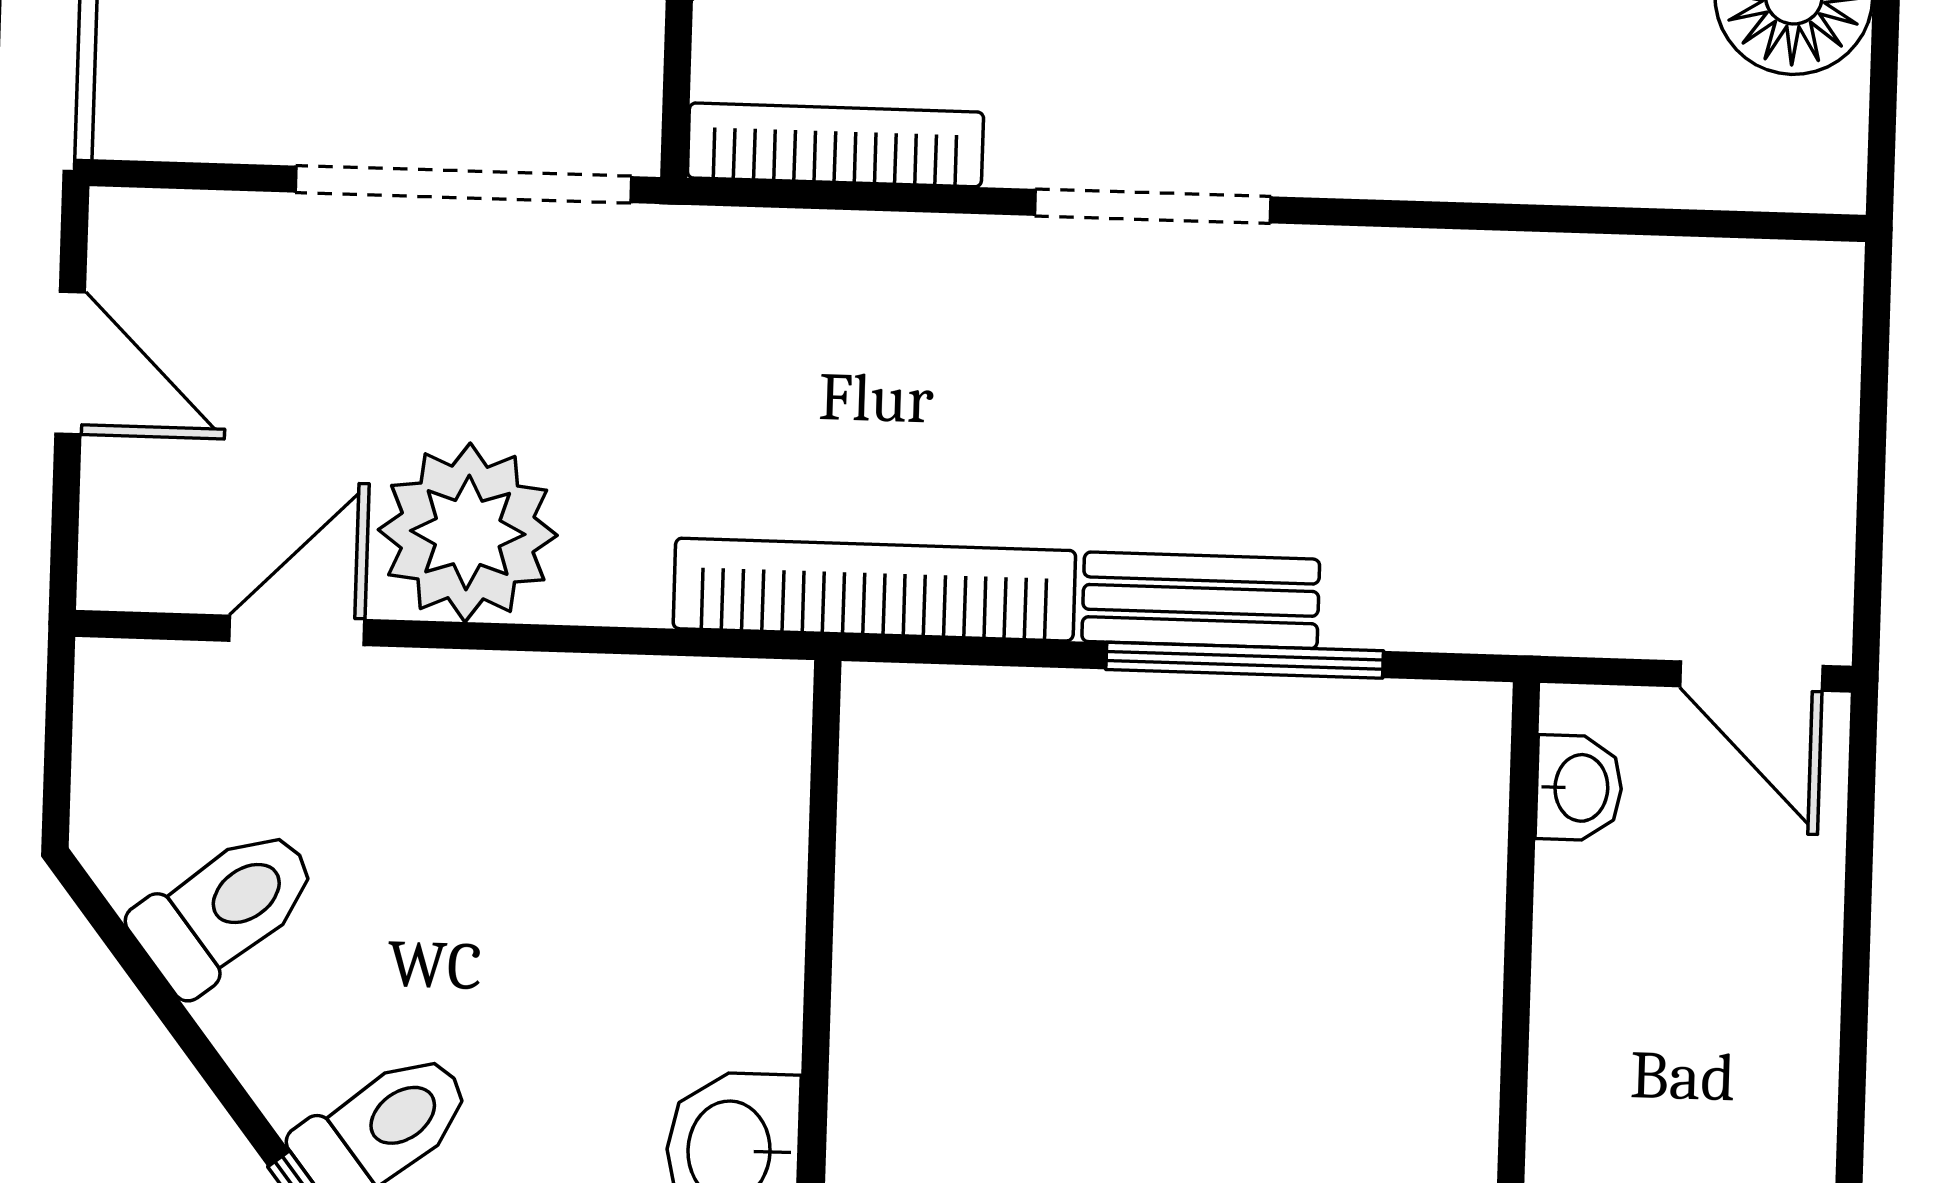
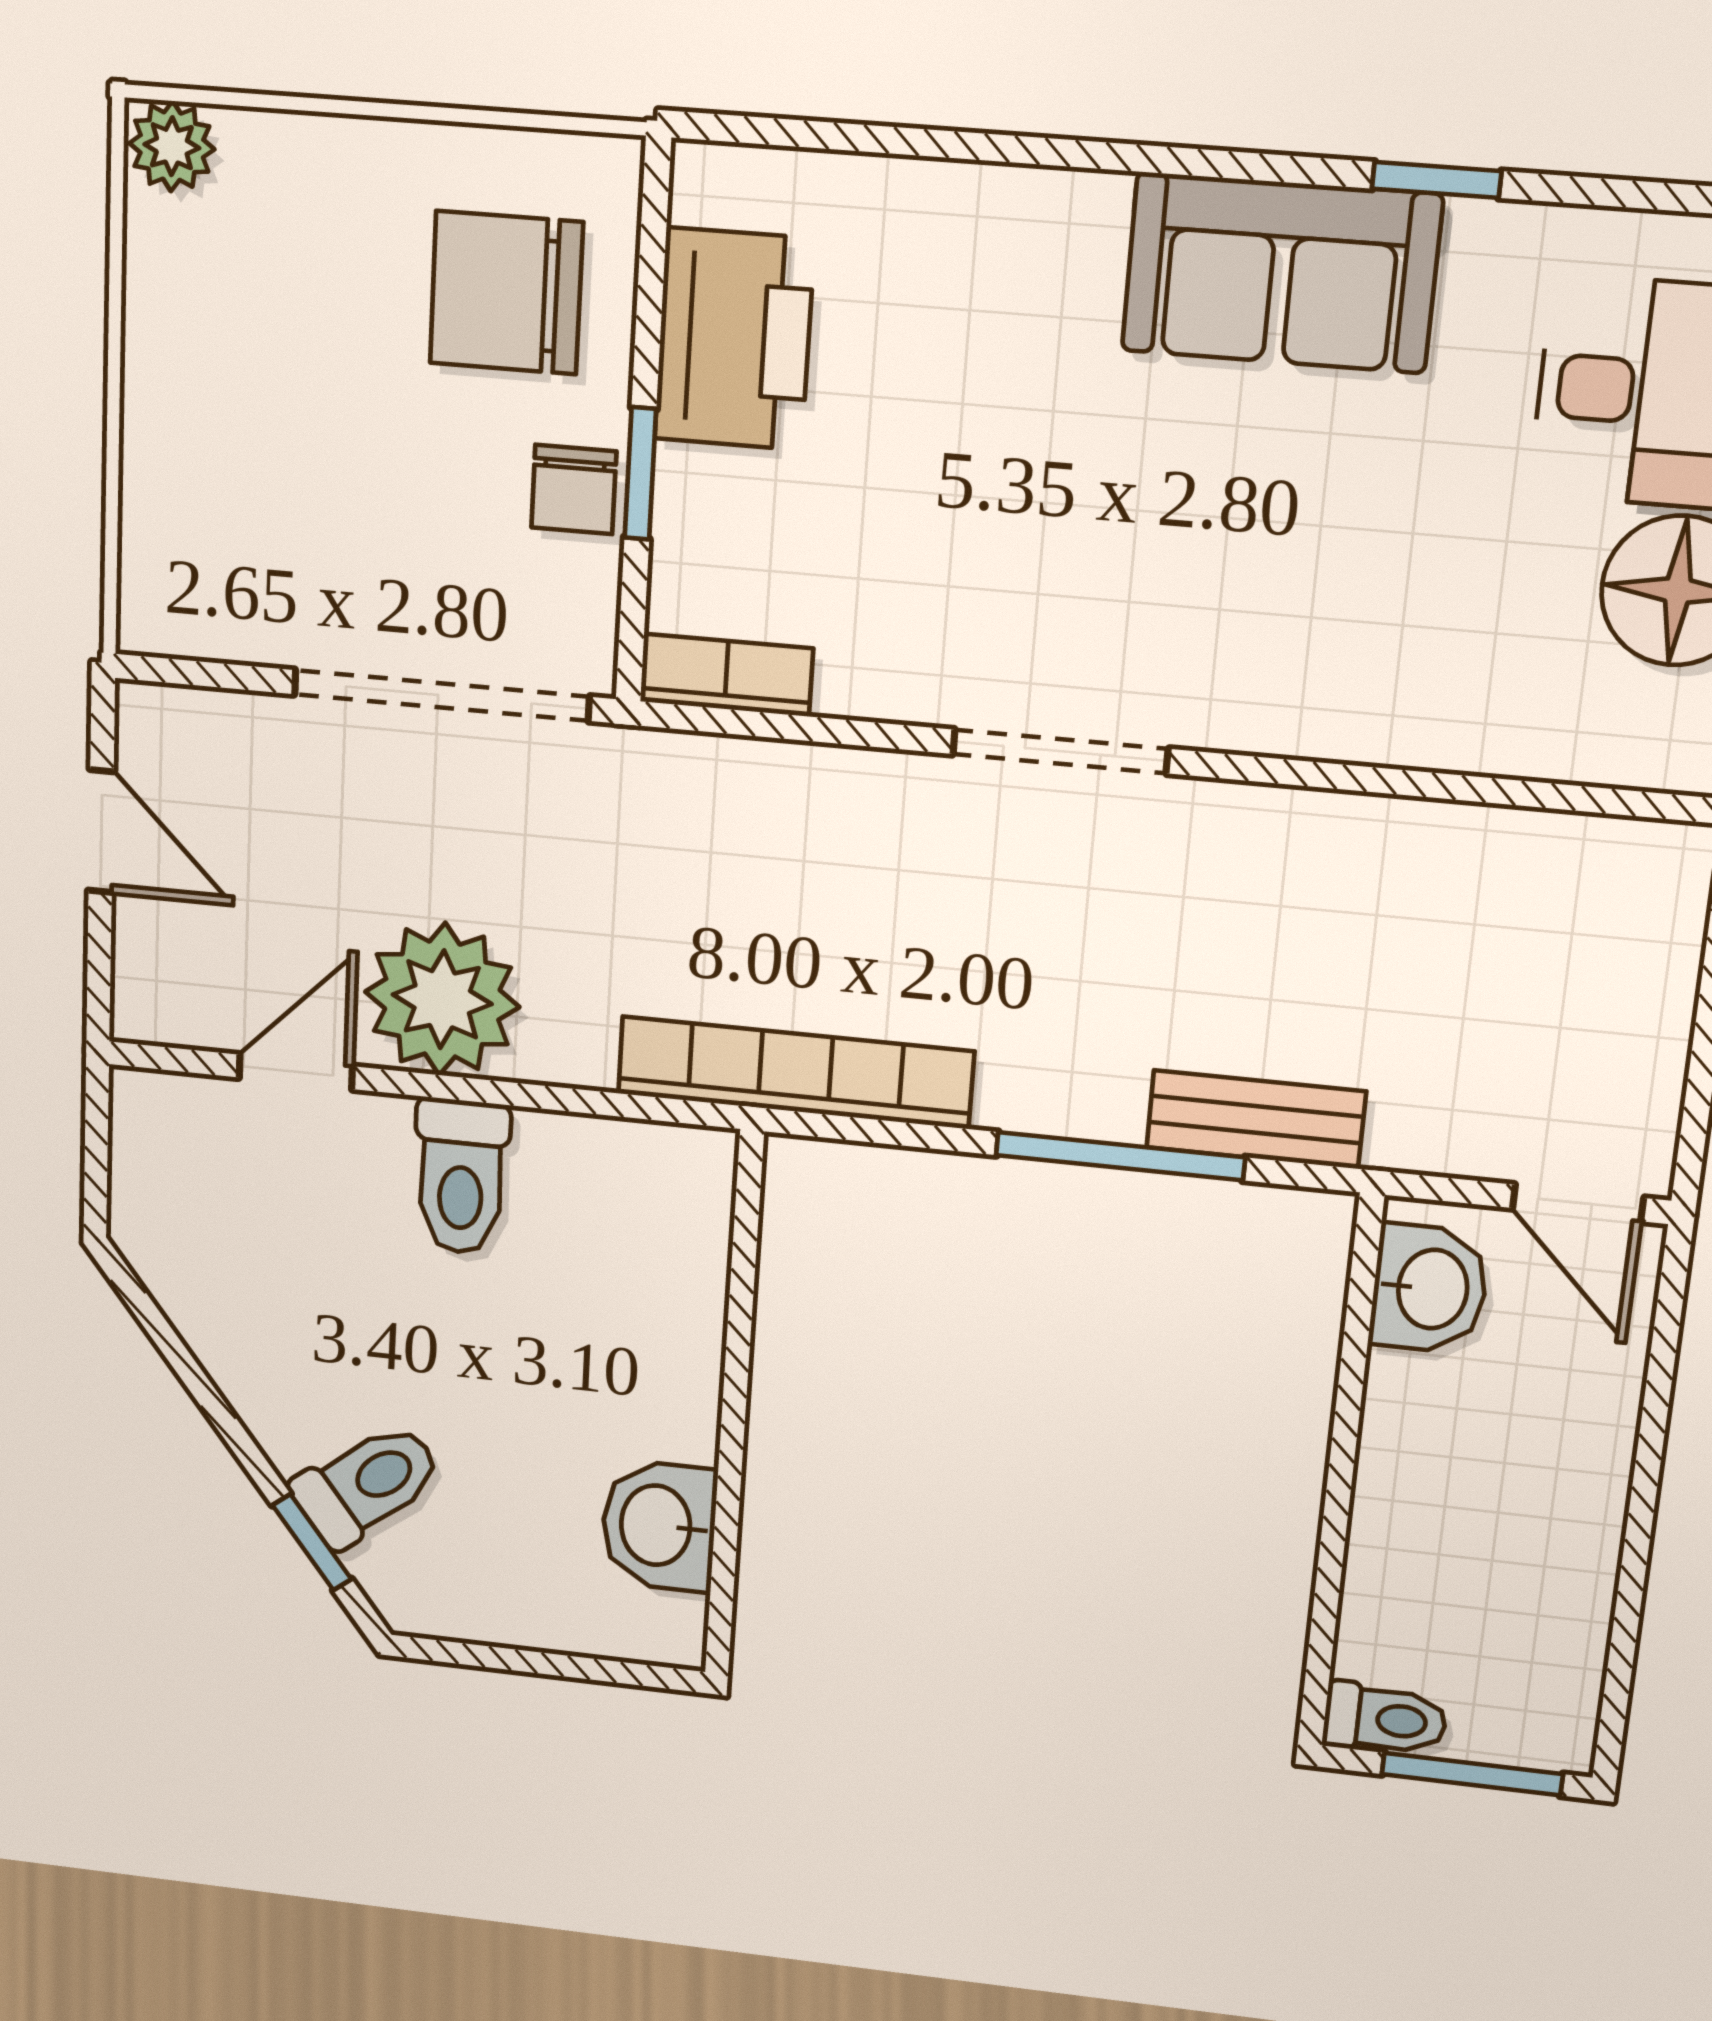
bookcase: (835, 145) -> (726, 675), width x0.64
bench: (1201, 600) -> (1256, 1119), moved
washbasin: (1579, 788) -> (1429, 1289), width x1.38, depth x1.45
toilet: (226, 909) -> (461, 1177), moved, turned 128

